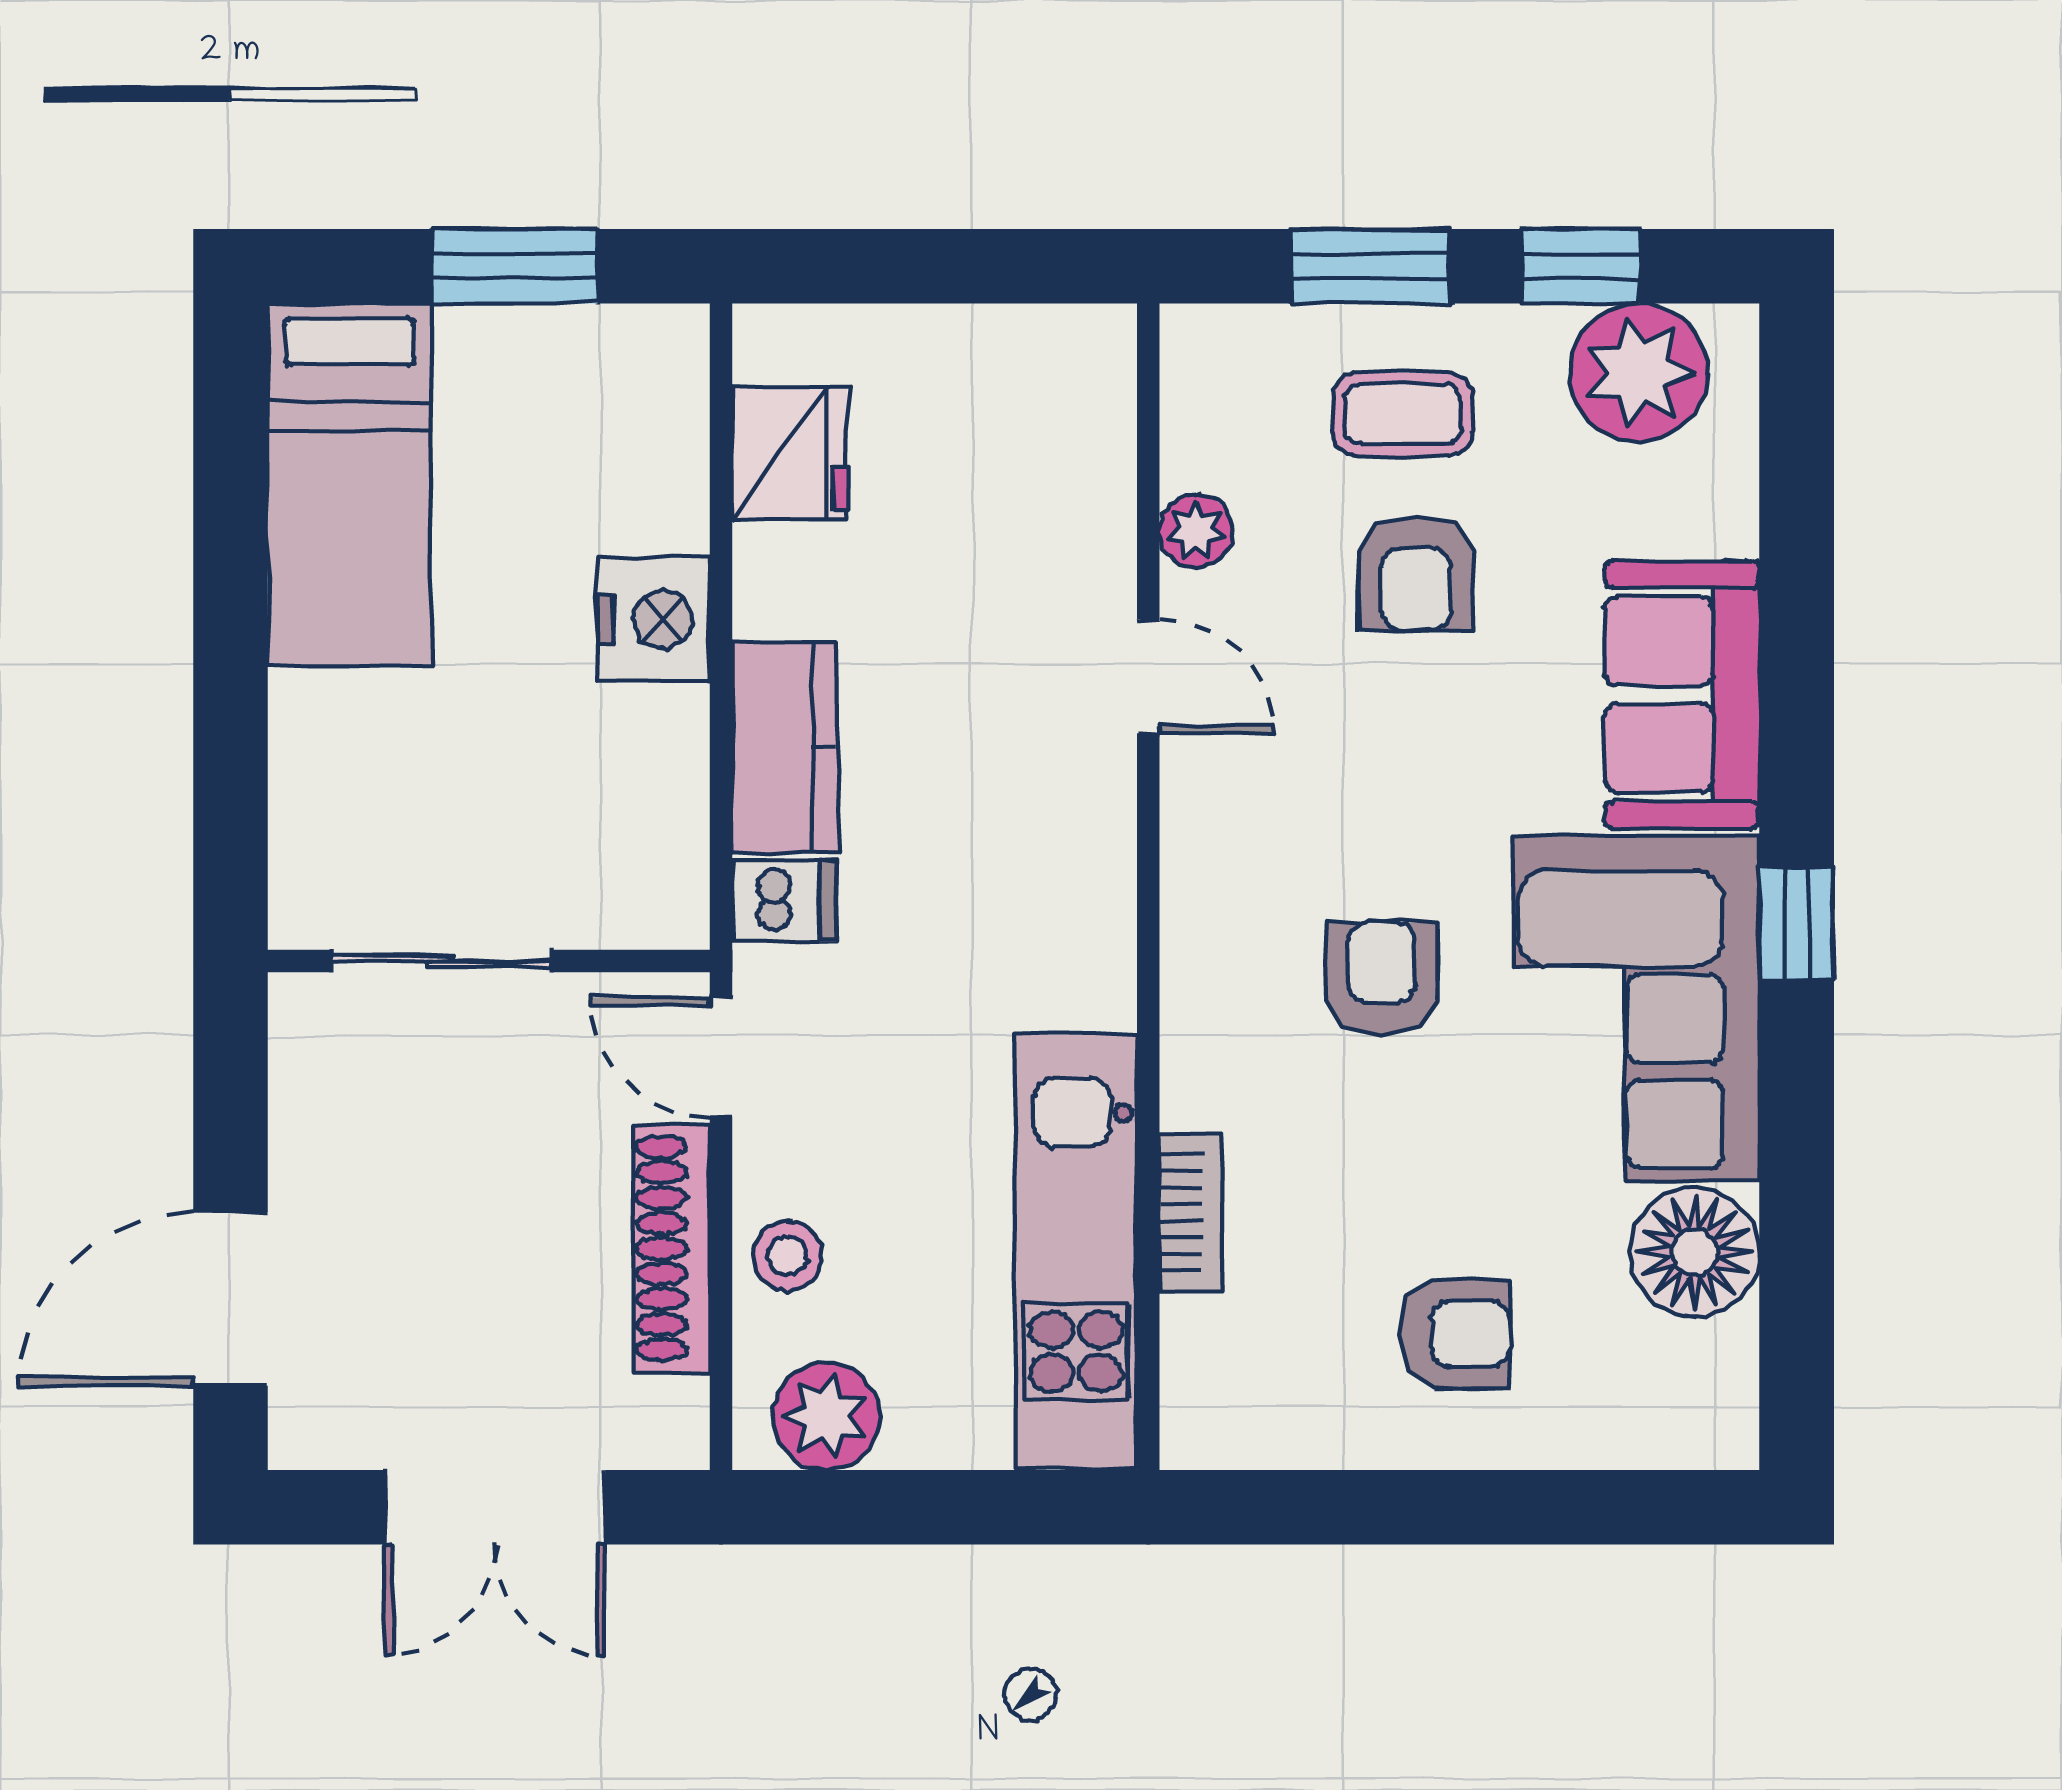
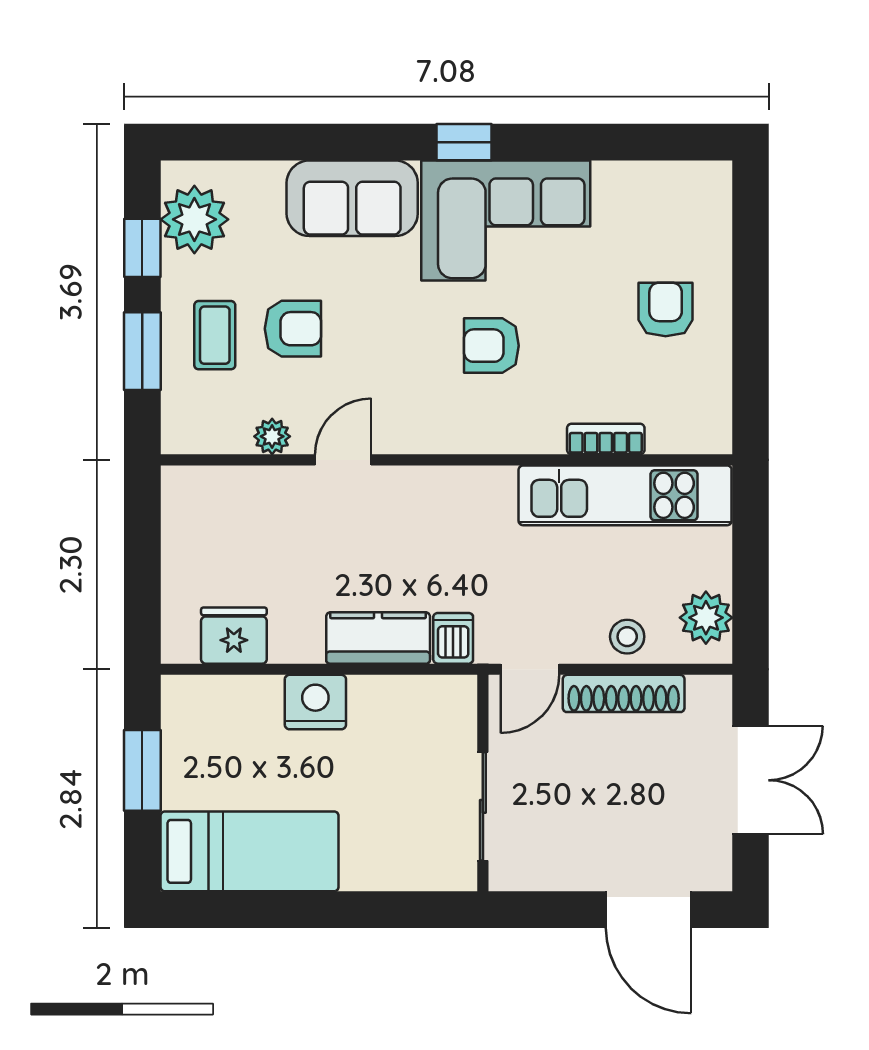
floor lamp: (1695, 1252) -> (625, 192), removed

